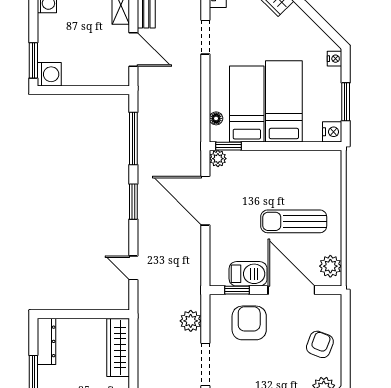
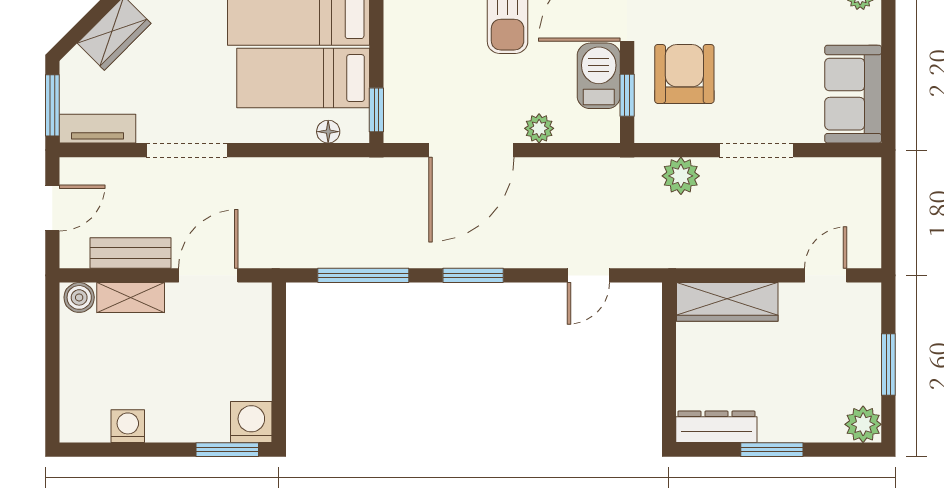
doorway: (205, 37) -> (187, 150), width x1.38
plant: (218, 159) -> (539, 128), moved
armchair: (249, 323) -> (684, 74), turned 90

